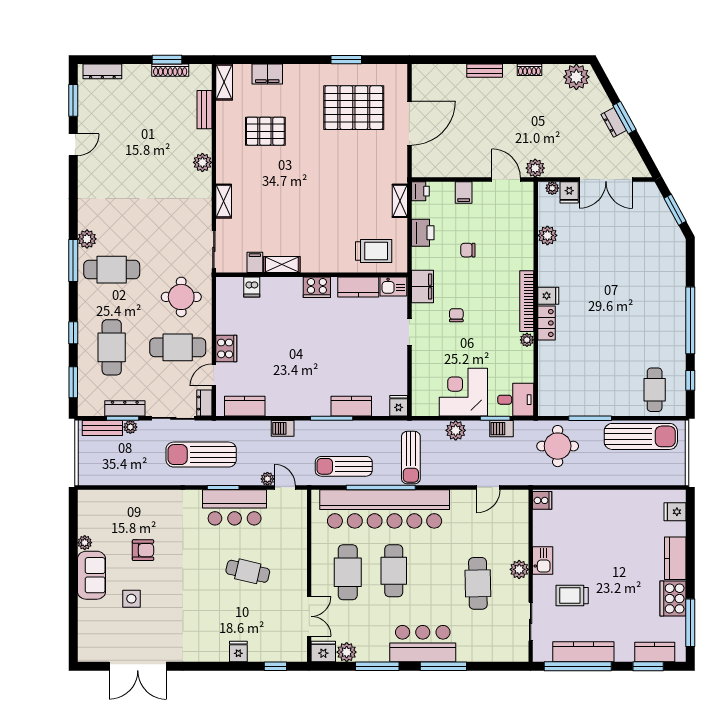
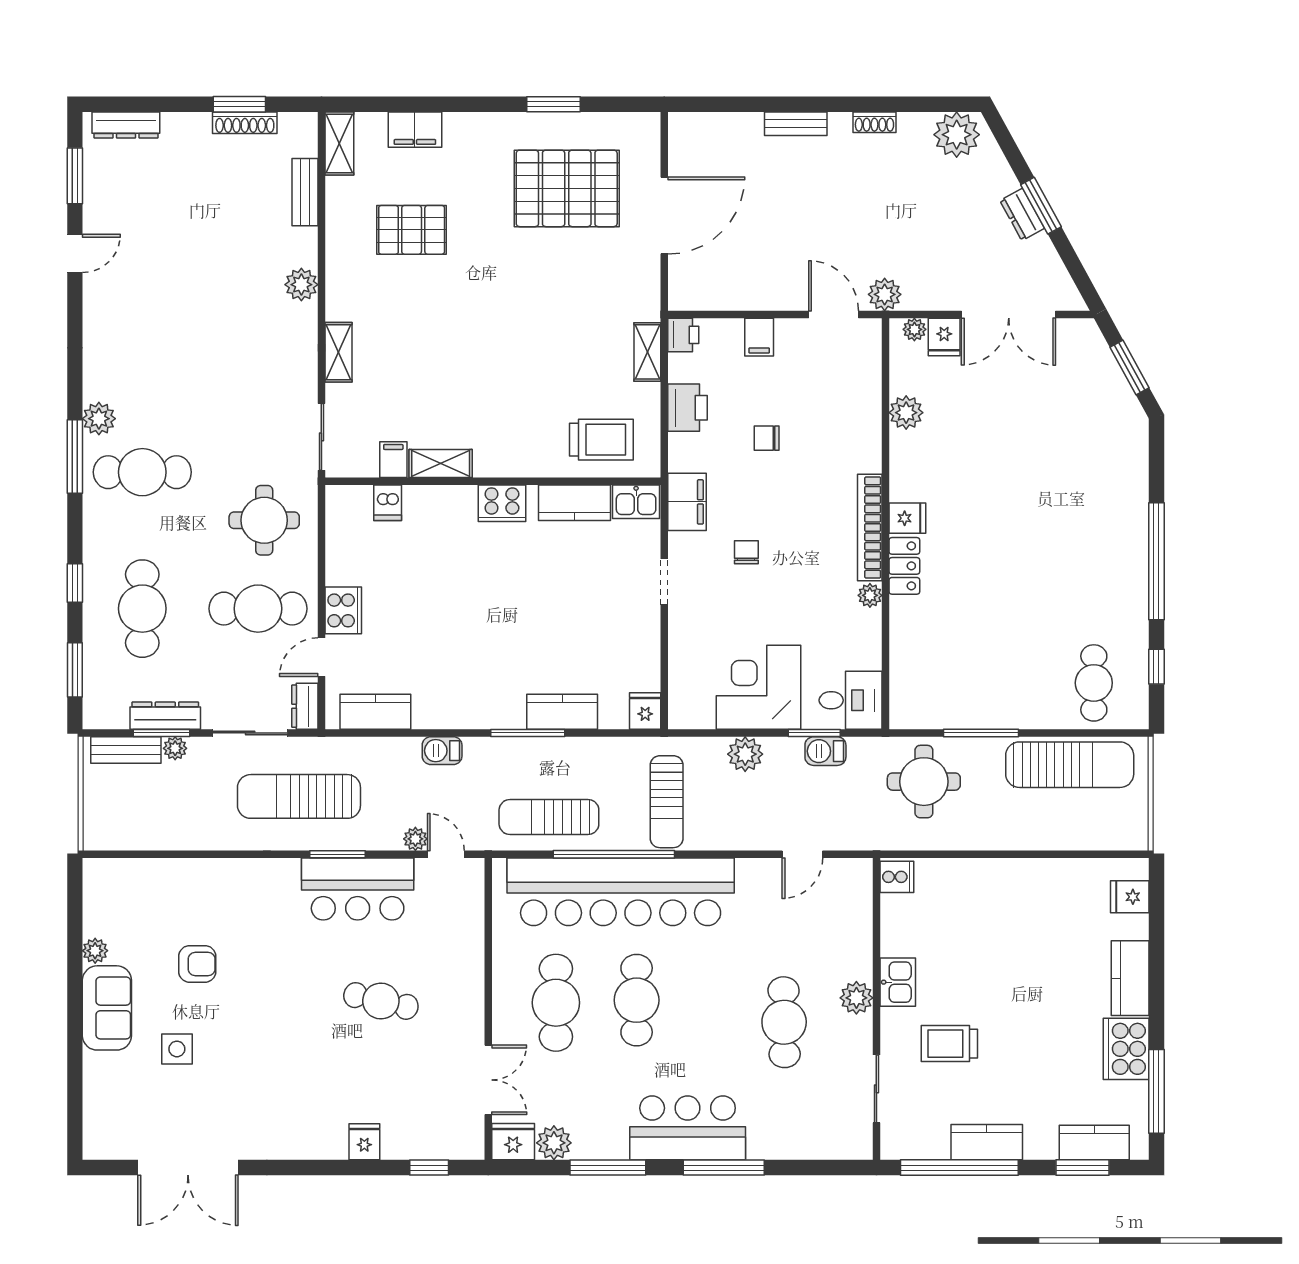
kitchen counter: (583, 652) -> (987, 1142), width x0.67

